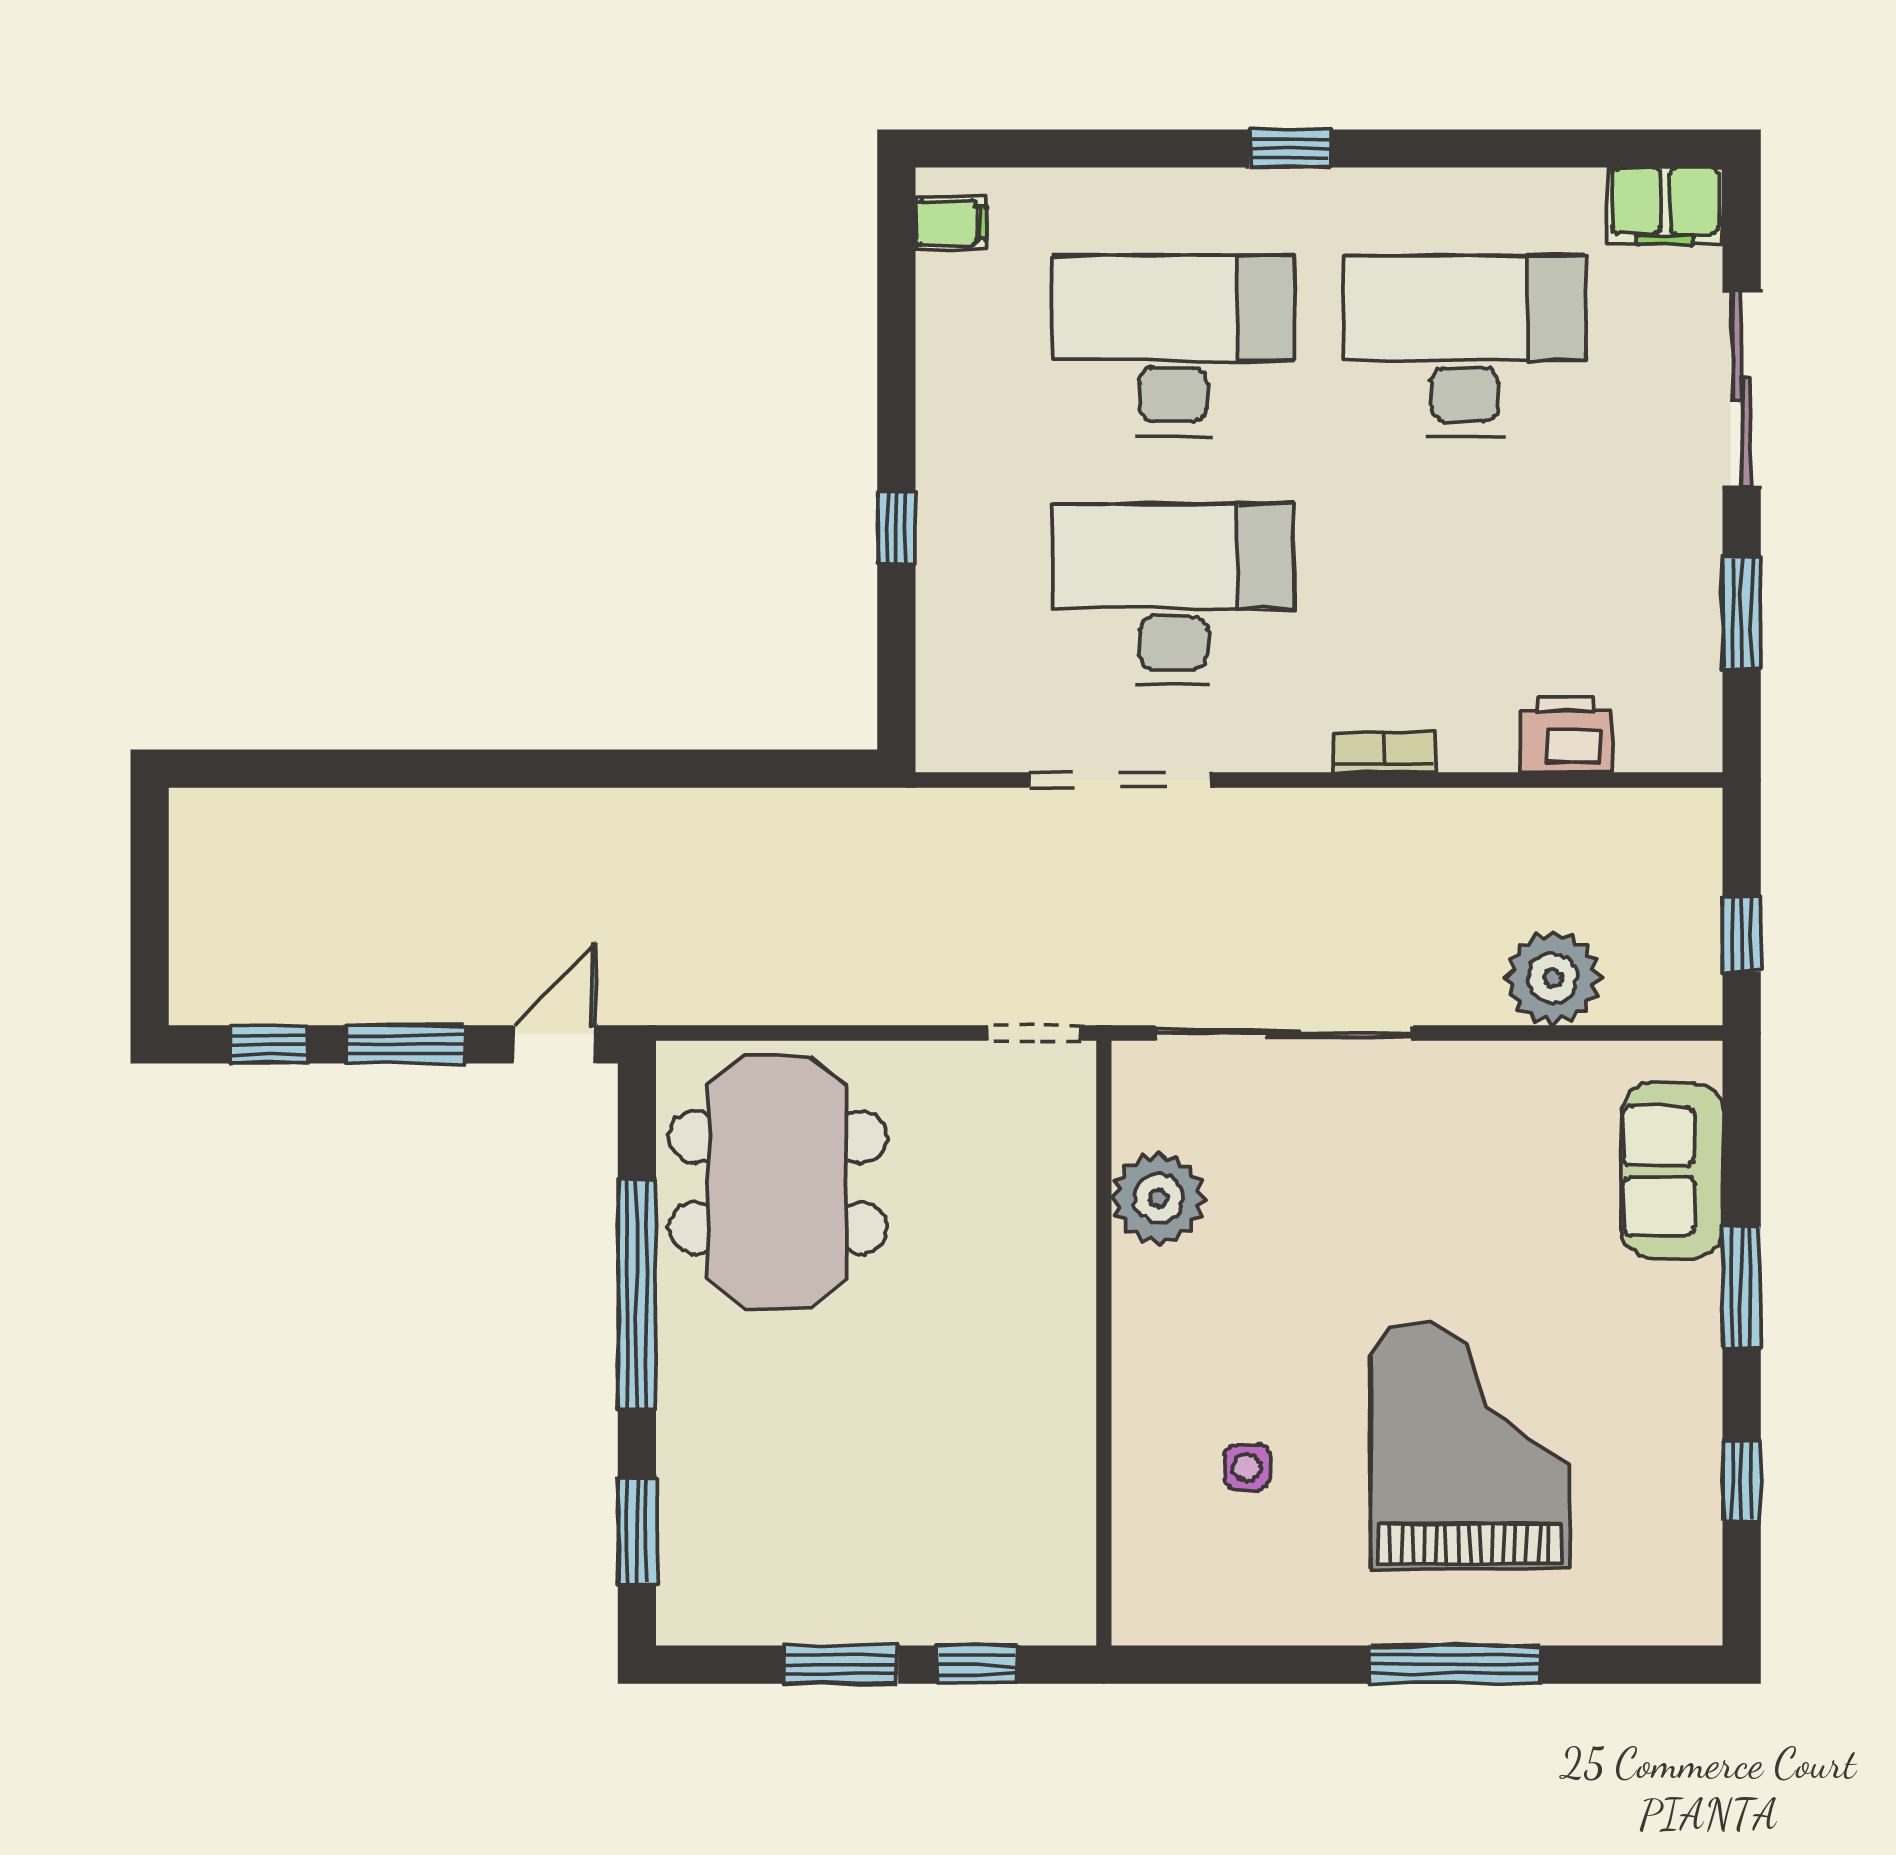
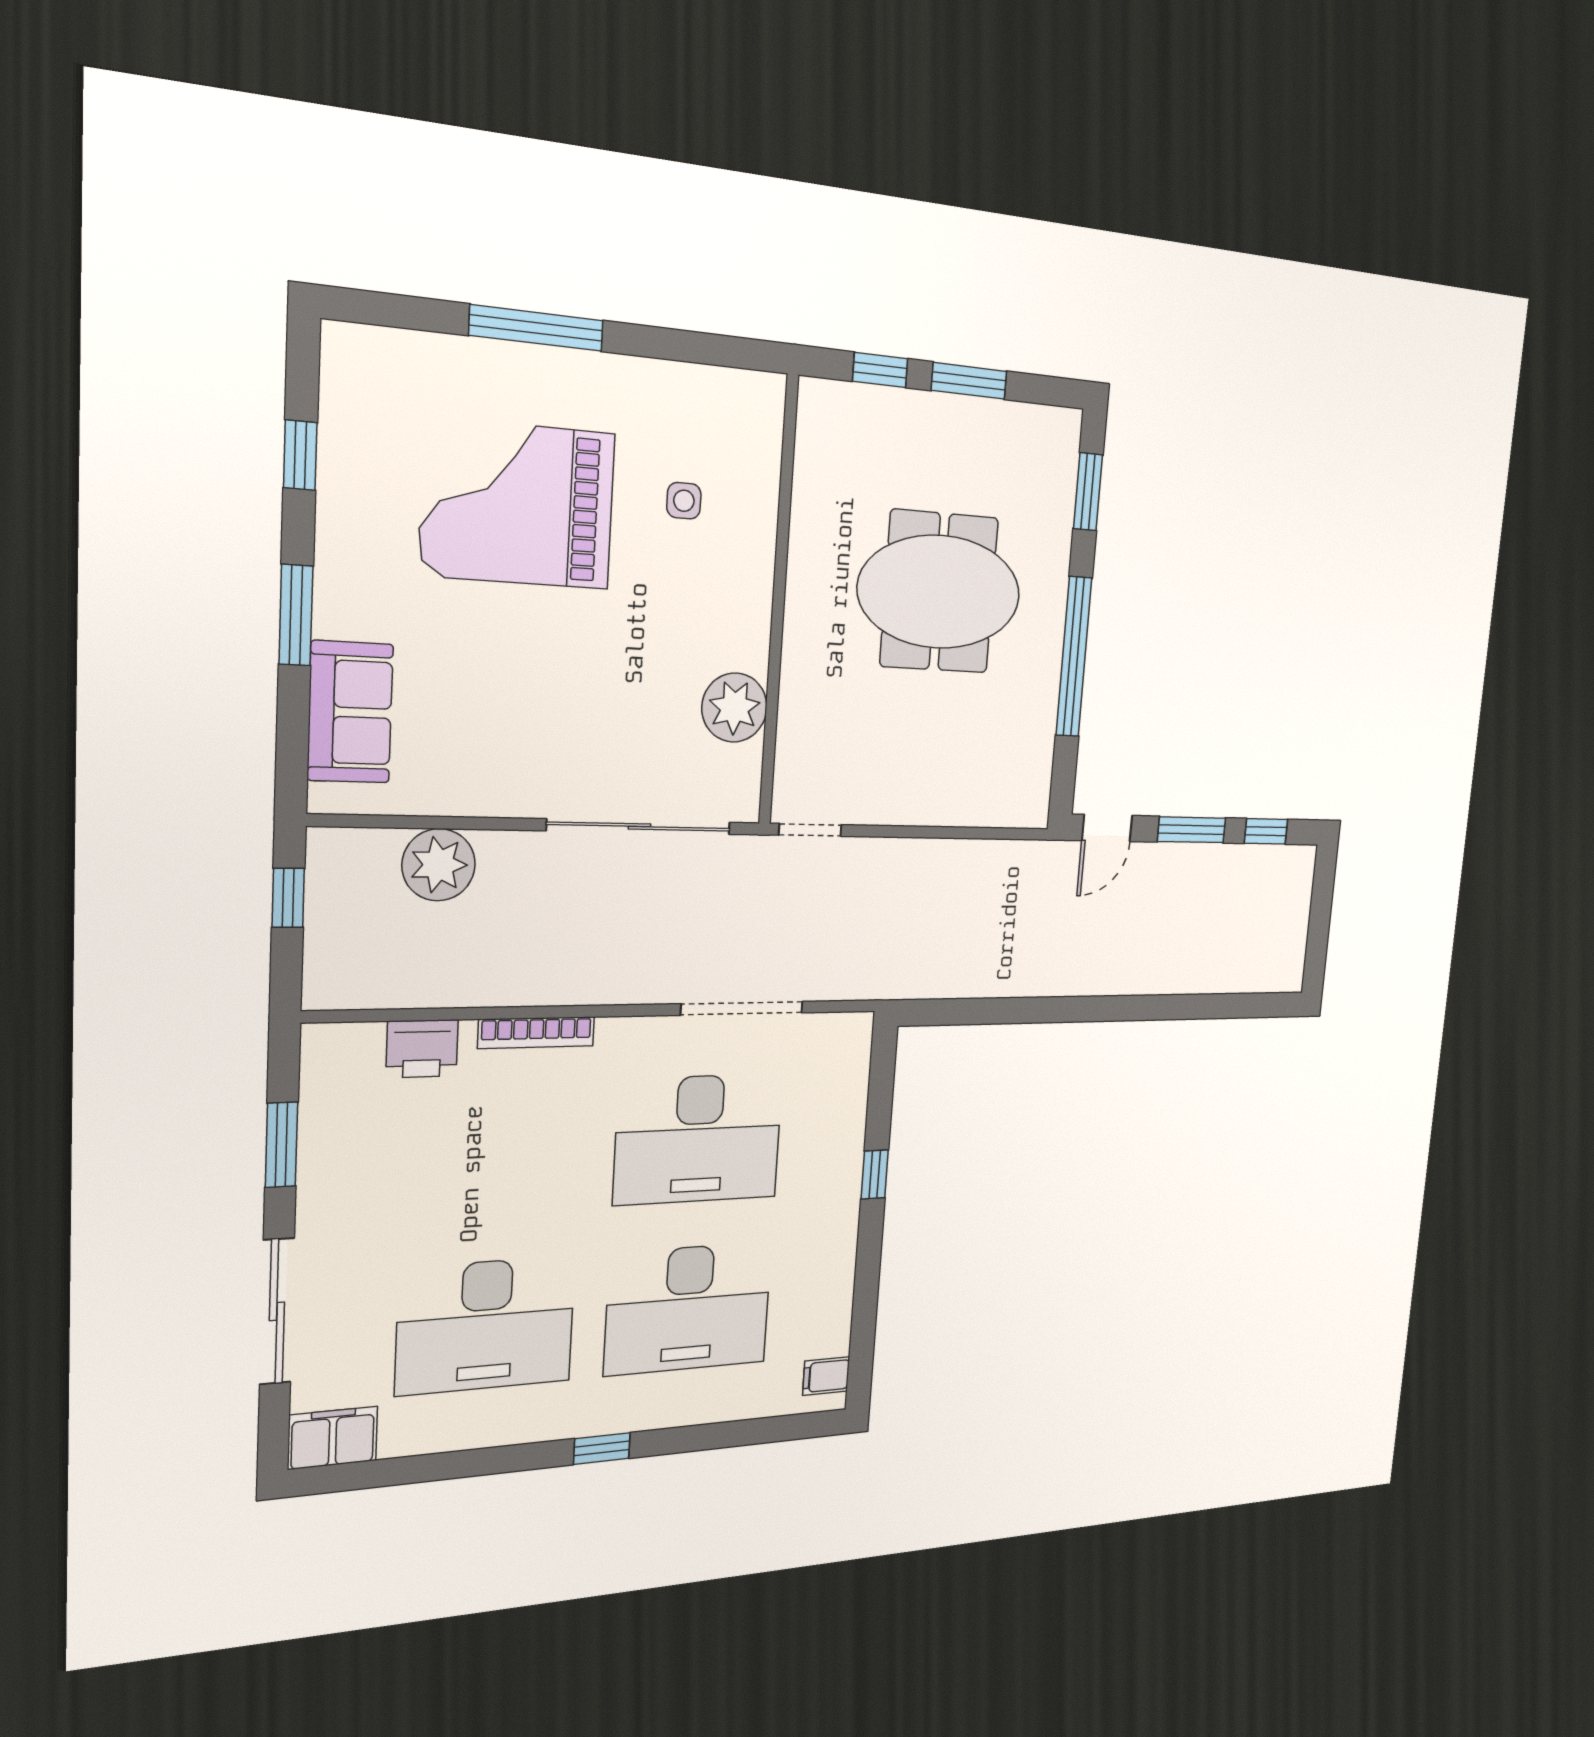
bookcase: (1384, 752) -> (536, 1033), width x1.56
meeting table: (778, 1182) -> (939, 592), moved, turned 90
grand piano: (1470, 1445) -> (517, 504), turned 90

